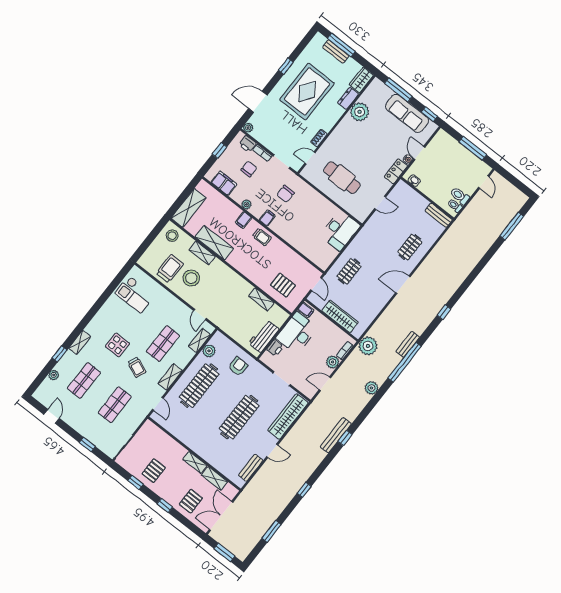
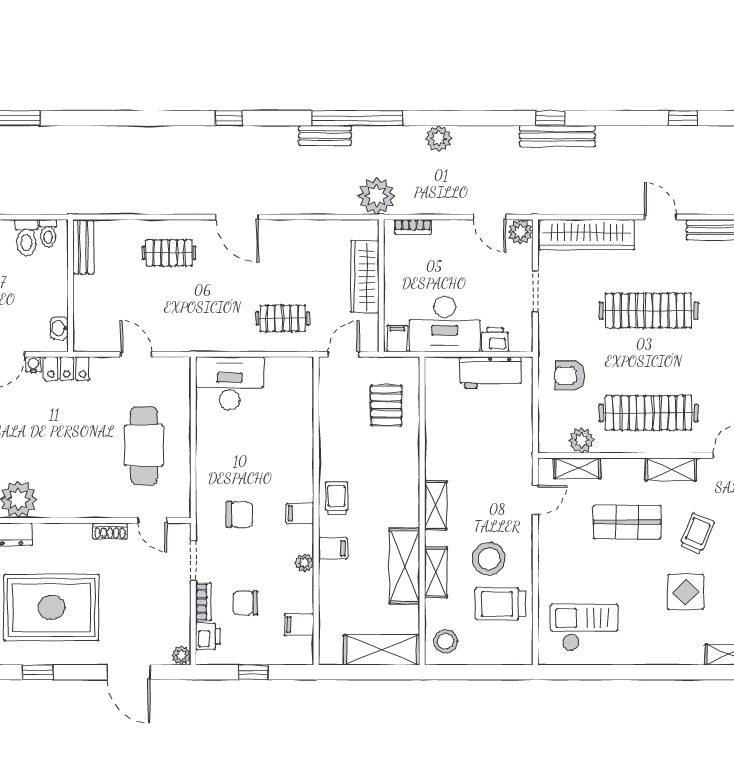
filing cabinet: (224, 183) -> (299, 625), width x0.50
checkout: (135, 294) -> (584, 628), turned -90
shelving: (261, 299) -> (436, 505), moved
plant: (333, 362) -> (520, 232), moved

